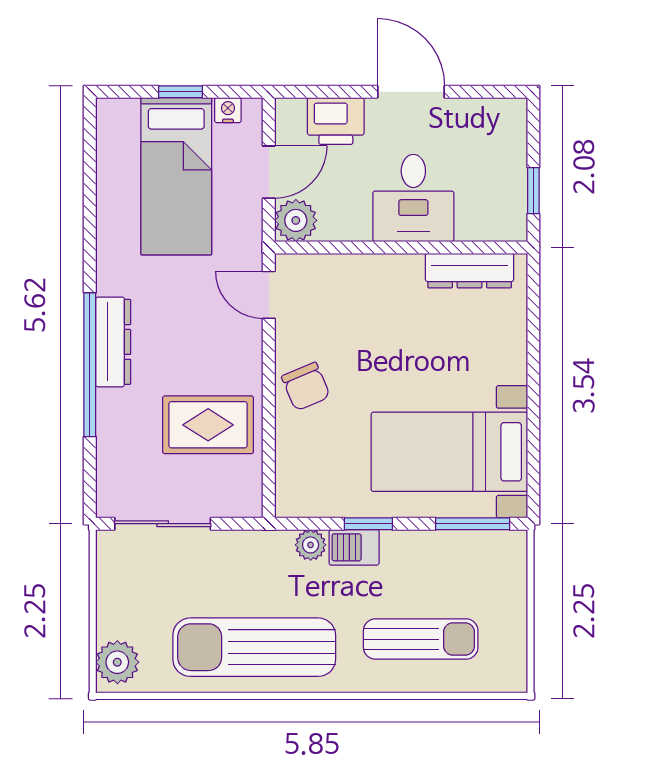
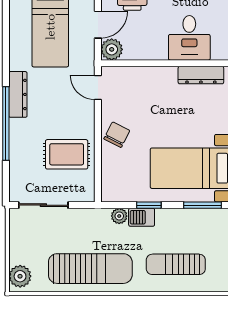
desk: (413, 198) -> (189, 38), moved
dresser: (113, 342) -> (18, 94), moved
chair: (306, 386) -> (117, 135), turned -130
sun lounger: (421, 639) -> (176, 264), turned 180
sun lounger: (254, 647) -> (90, 269), turned 180

